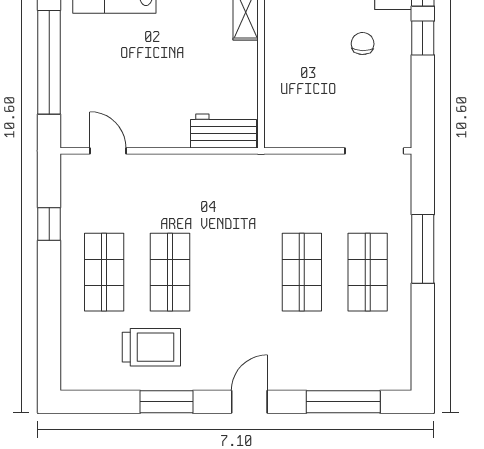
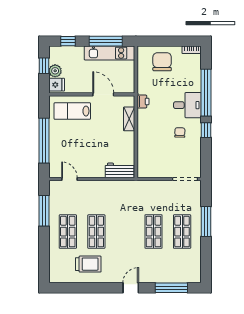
window: (49, 224) -> (44, 211), width x2.17
window: (166, 402) -> (95, 288), removed

